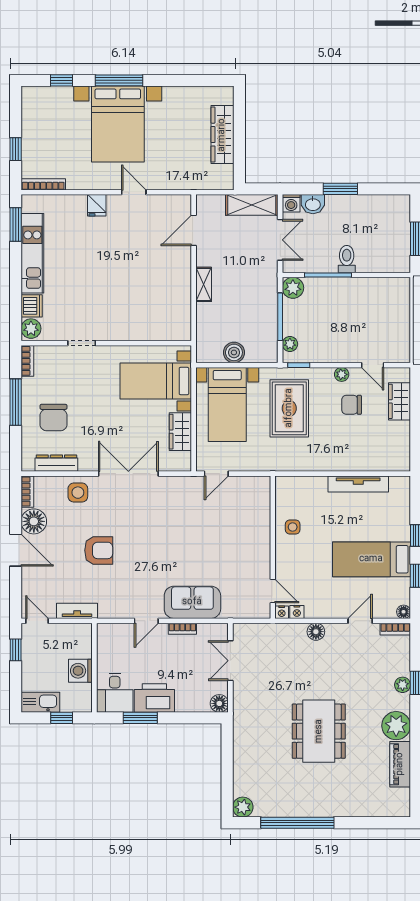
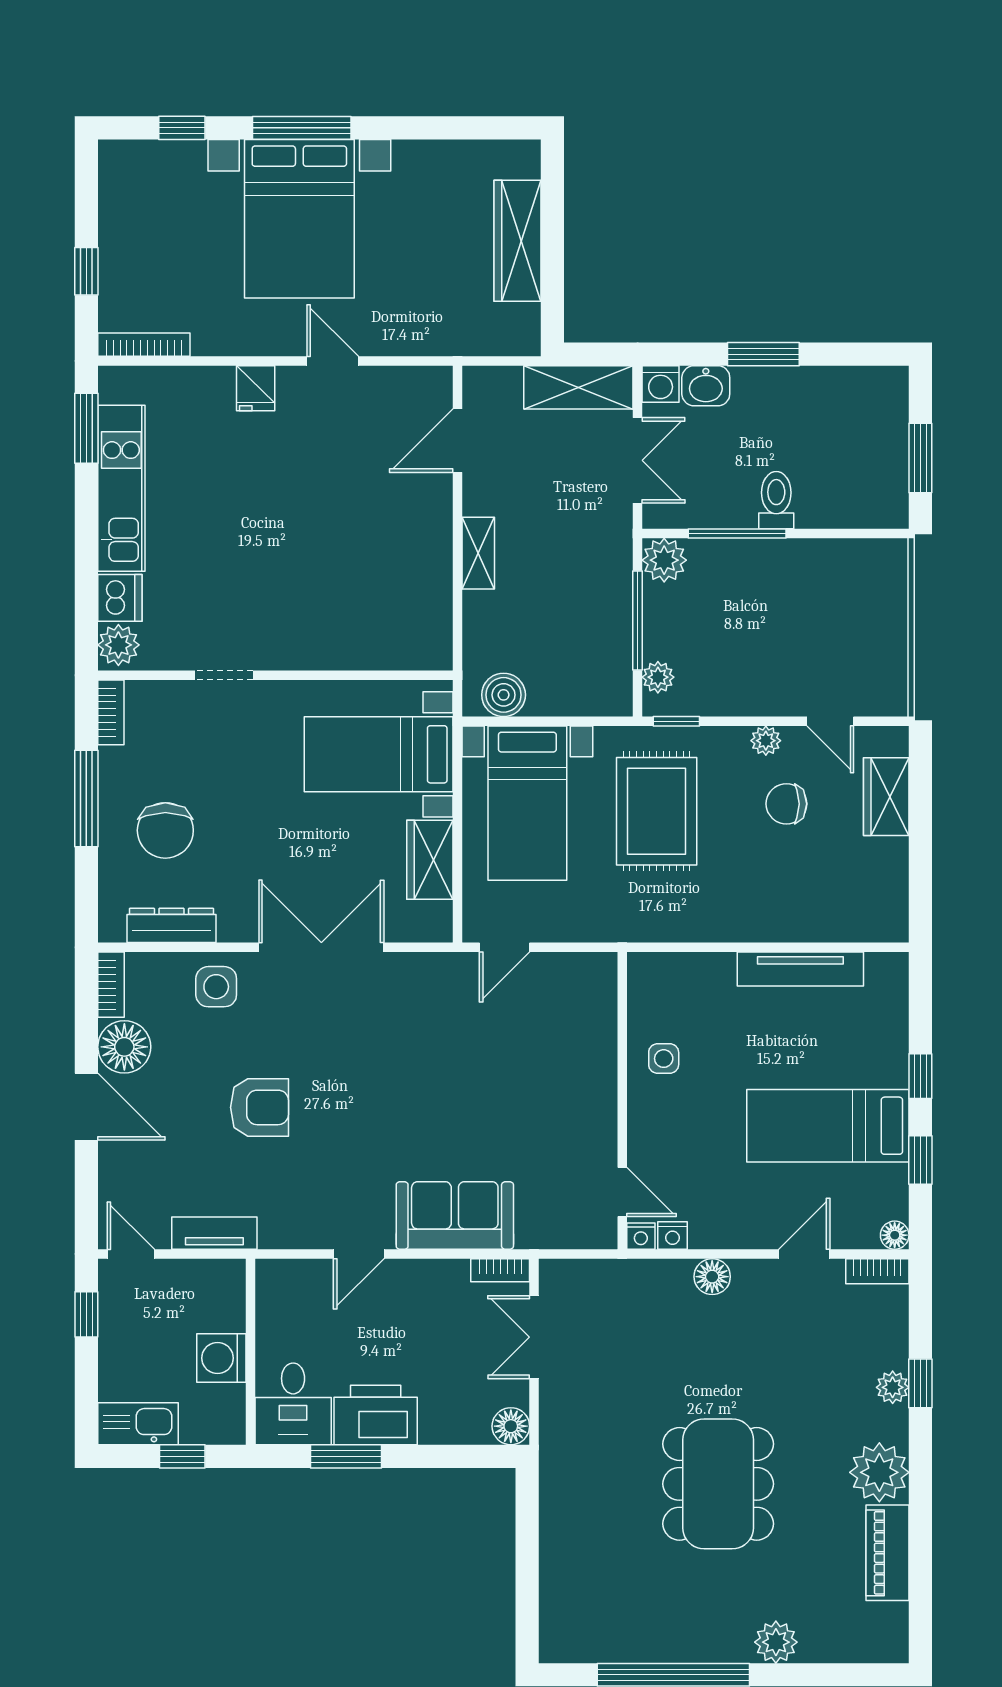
boiler: (234, 352) -> (504, 695), moved
bookcase: (182, 629) -> (500, 1270), moved
plant: (243, 807) -> (776, 1642), moved

